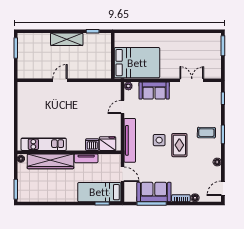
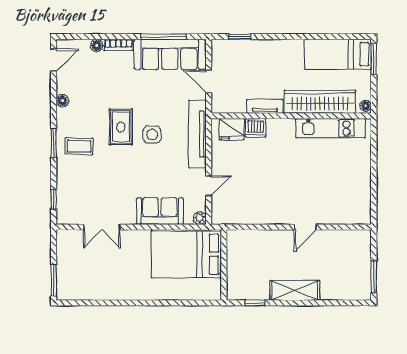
bed: (99, 192) -> (338, 54), moved, turned 180
sofa: (154, 192) -> (170, 54), width x1.36

